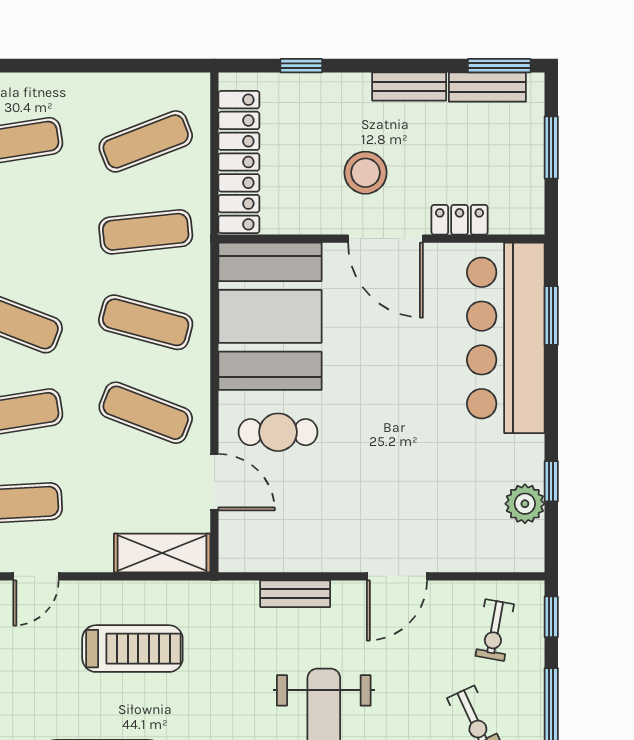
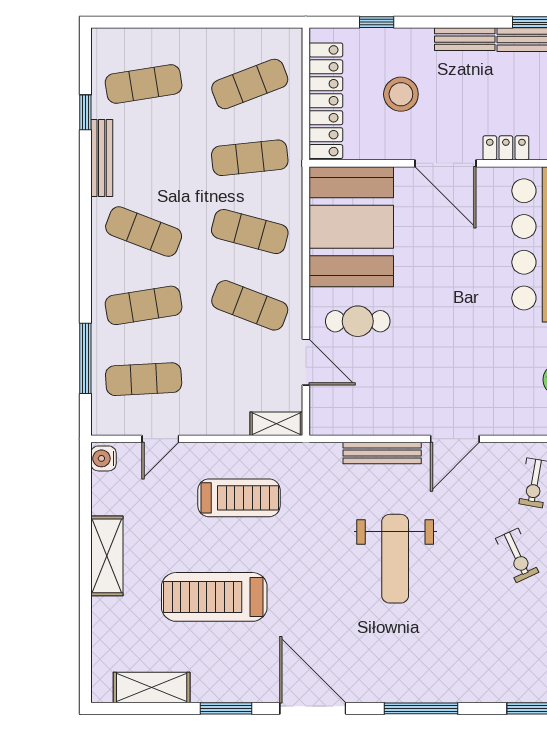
stool: (365, 173) -> (401, 94), moved
shelving: (162, 553) -> (276, 424), width x0.67, depth x0.75
bench: (295, 594) -> (382, 453), width x1.36

